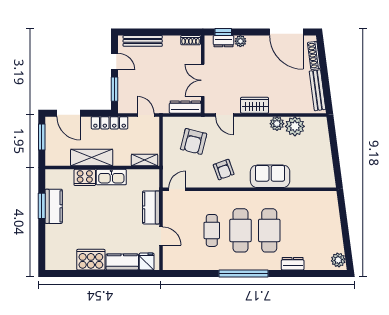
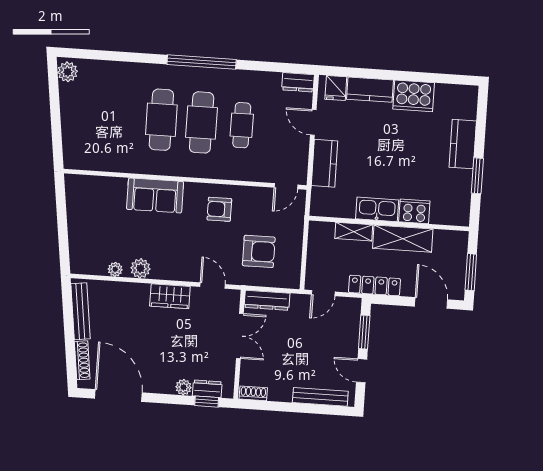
door: (146, 115) -> (323, 293), hinge flipped
plant: (295, 126) -> (115, 269), width x0.53, depth x0.53
armchair: (194, 141) -> (259, 251), turned 76
shelving: (145, 160) -> (354, 232), moved
armchair: (224, 170) -> (219, 209), turned -70
kitchen counter: (54, 206) -> (463, 144), moved
dresser: (293, 264) -> (298, 82), moved

